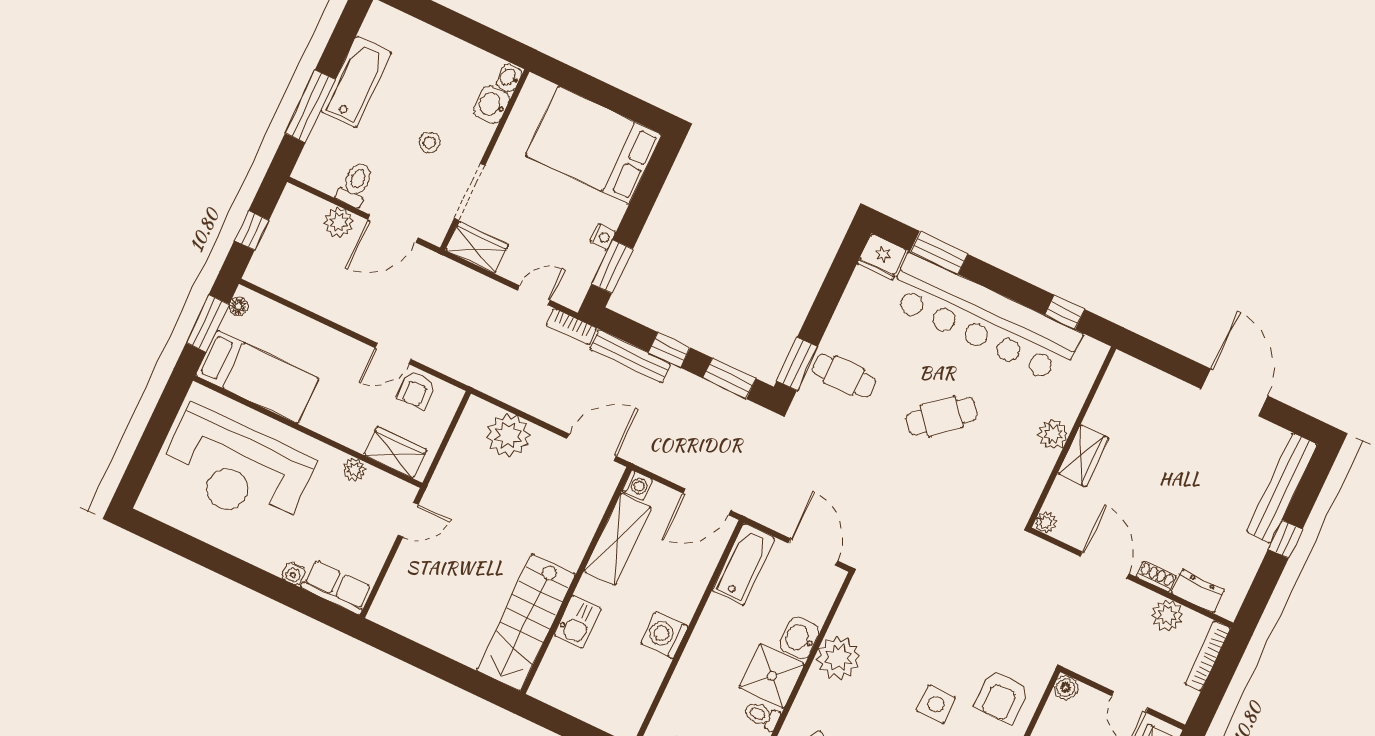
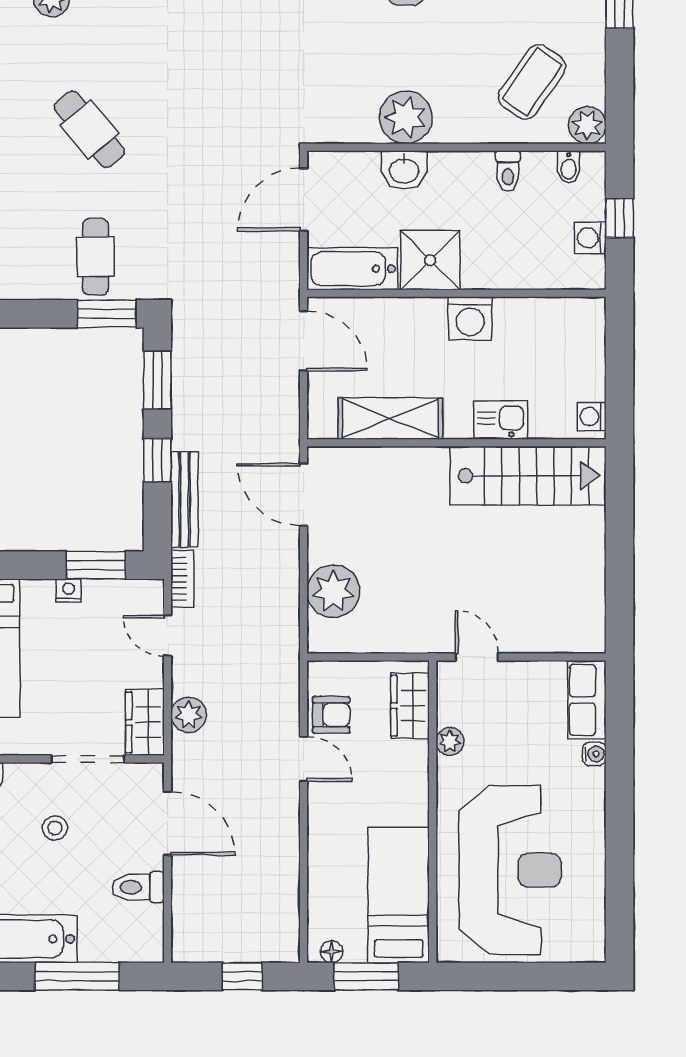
plant: (339, 222) -> (189, 715), moved
washing machine: (637, 485) -> (592, 417), moved, turned -90
shower: (772, 676) -> (430, 260), moved

